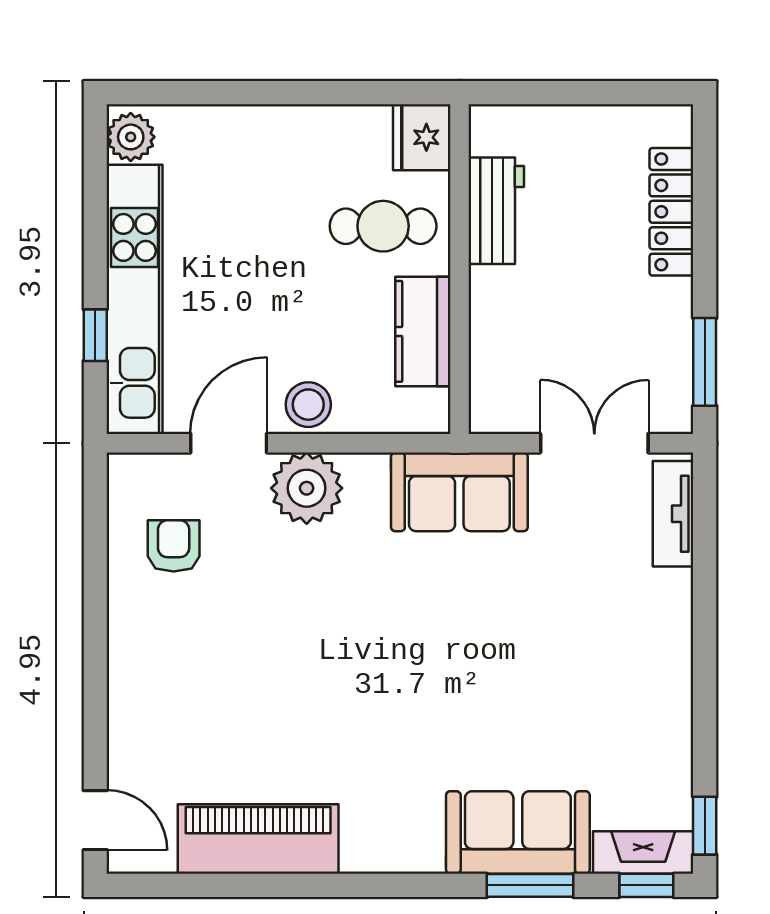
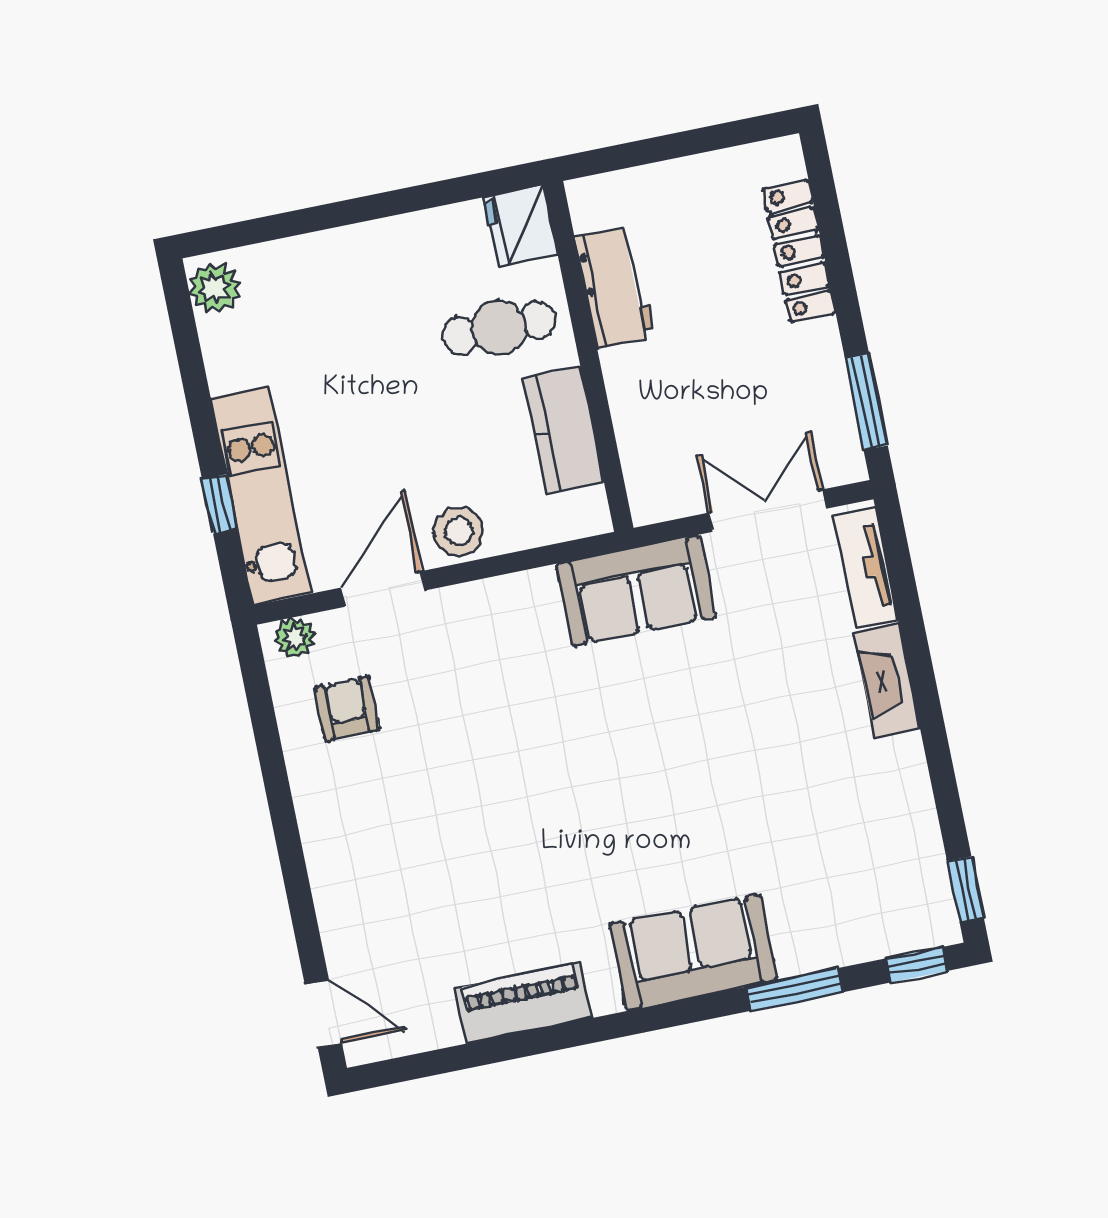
kitchen unit: (135, 299) -> (261, 496), width x0.73
plant: (307, 488) -> (295, 638), moved, width x0.53, depth x0.53
sofa: (518, 832) -> (693, 952), moved
piano: (258, 839) -> (523, 1003), width x0.73, depth x0.75
fireplace: (643, 853) -> (887, 680), moved, turned -90

